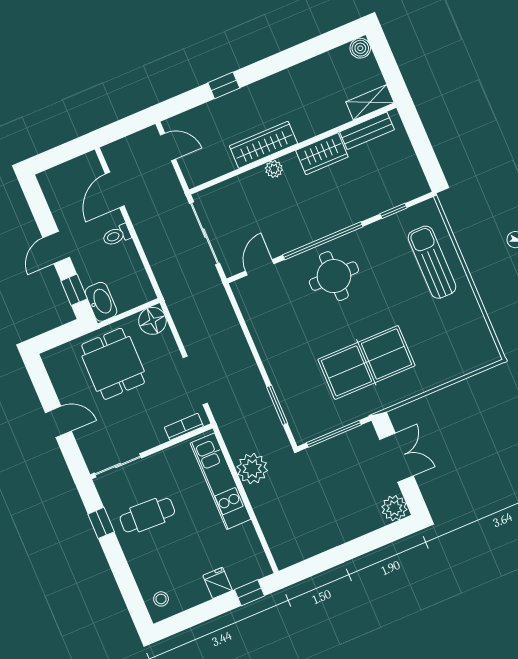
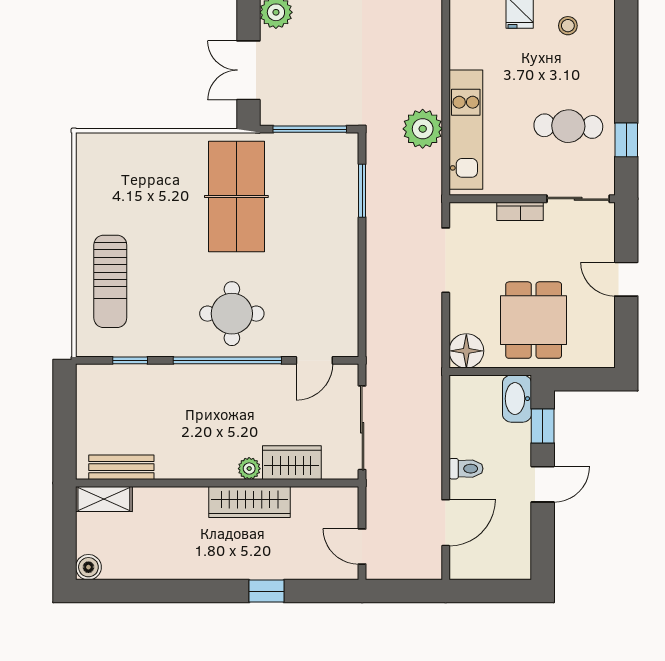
wardrobe: (322, 154) -> (292, 463), moved
table tennis table: (366, 362) -> (236, 196), turned 90
bookcase: (184, 427) -> (520, 211), moved
stool: (161, 599) -> (568, 26), moved

